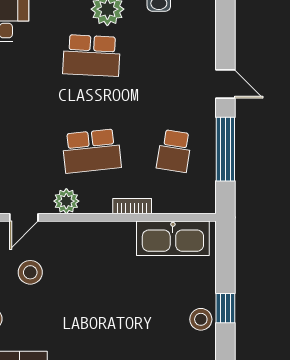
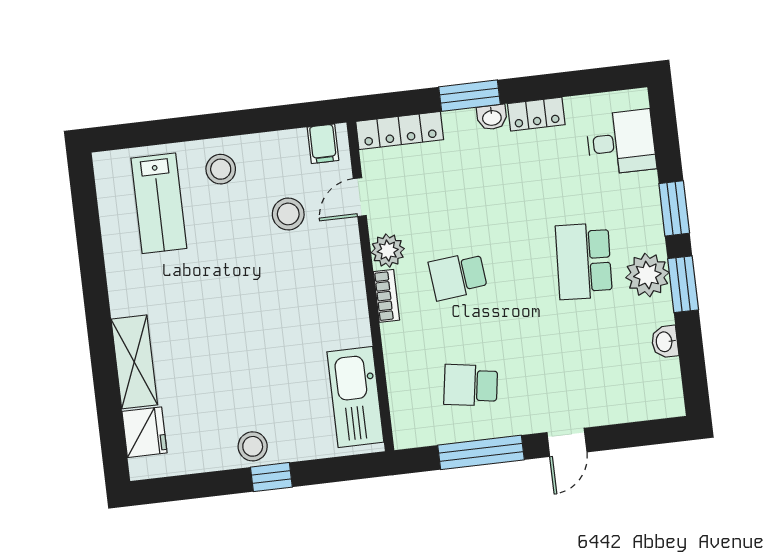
school desk: (92, 151) -> (458, 276), width x0.54
bookcase: (132, 206) -> (386, 296), moved
door: (24, 217) -> (360, 197), hinge flipped

